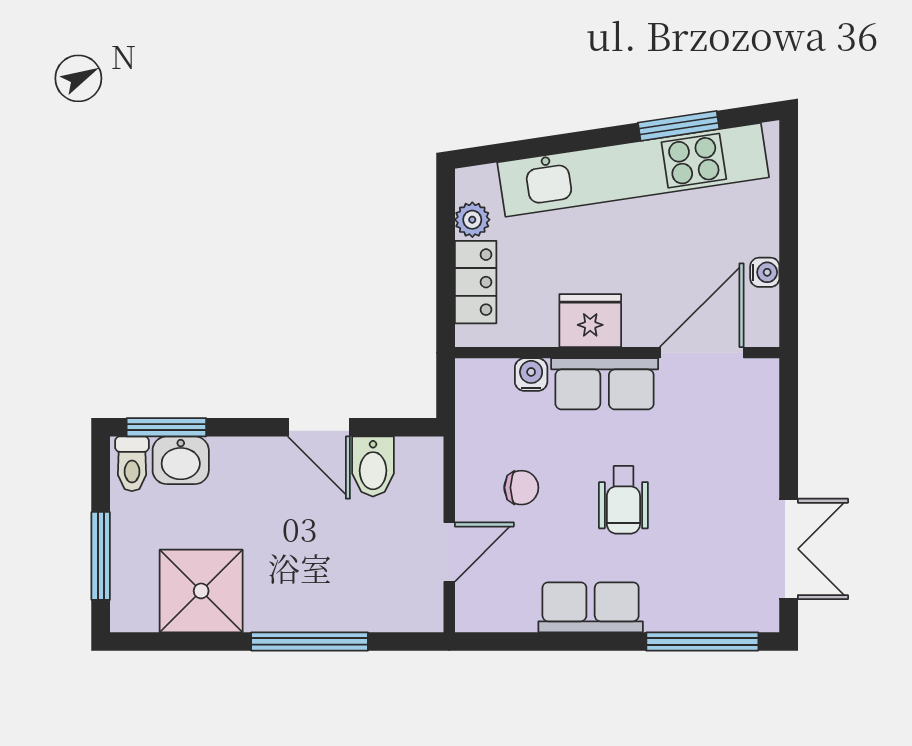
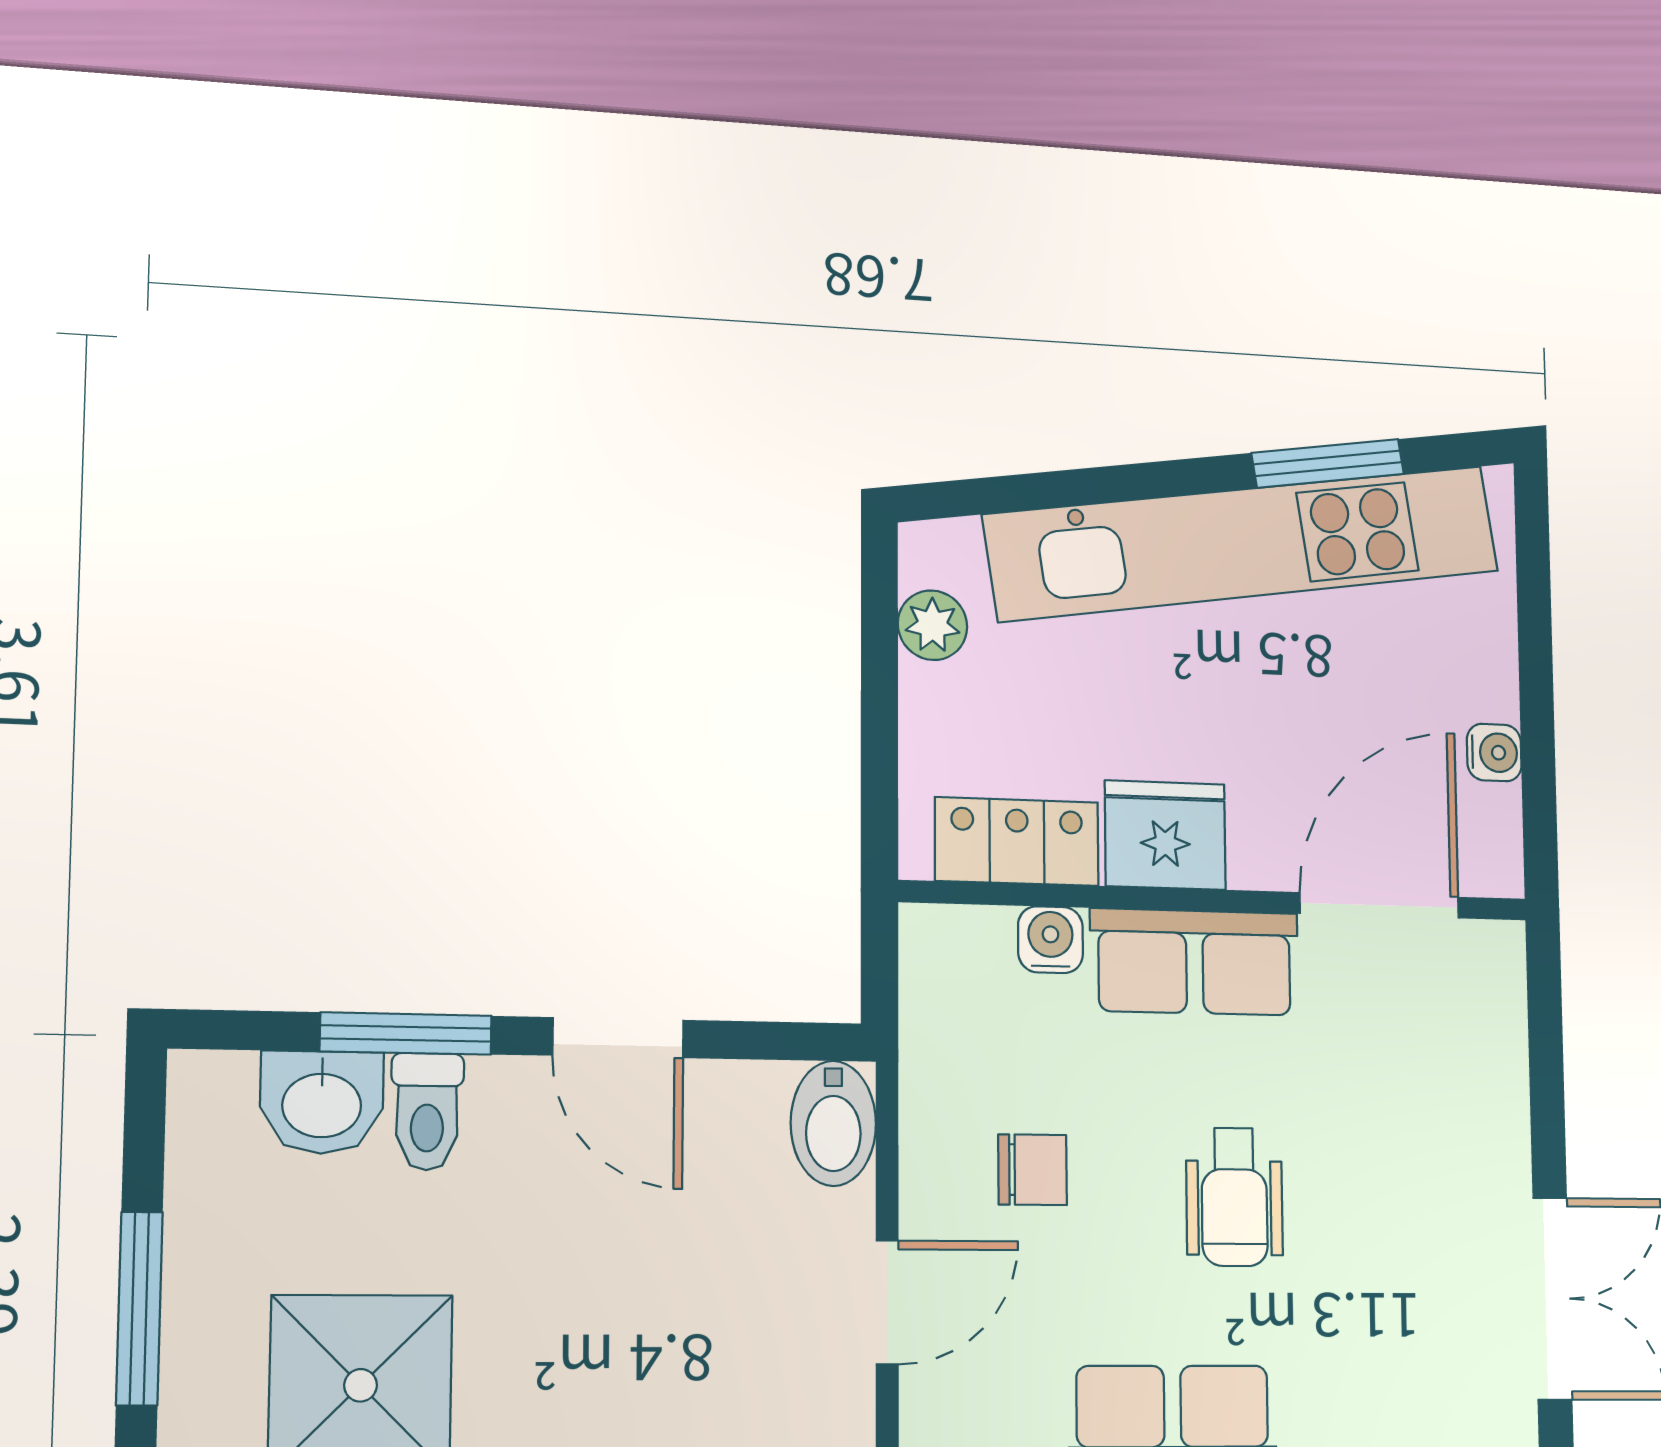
locker: (476, 282) -> (1017, 842), moved, turned -90
window: (166, 427) -> (406, 1033), moved
toilet: (132, 464) -> (427, 1112), moved
bidet: (373, 467) -> (833, 1123), moved

